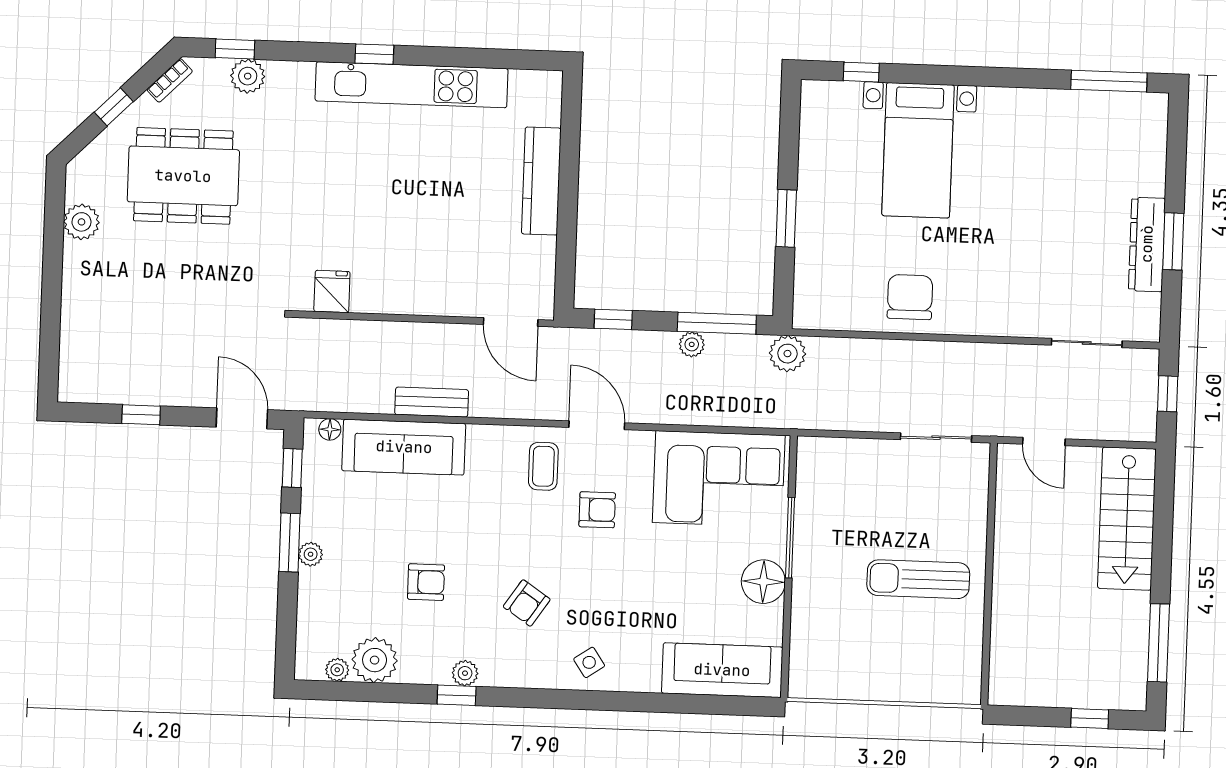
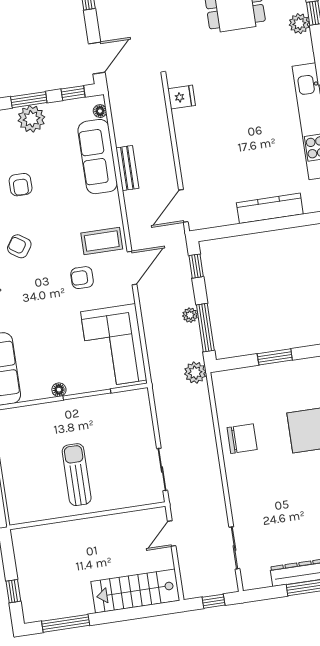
coffee table: (543, 466) -> (102, 241), width x1.36, depth x1.30
armchair: (597, 510) -> (82, 278), turned 90
plant: (311, 554) -> (31, 119), width x1.88, depth x1.88
floor lamp: (763, 582) -> (59, 390), width x0.53, depth x0.53

